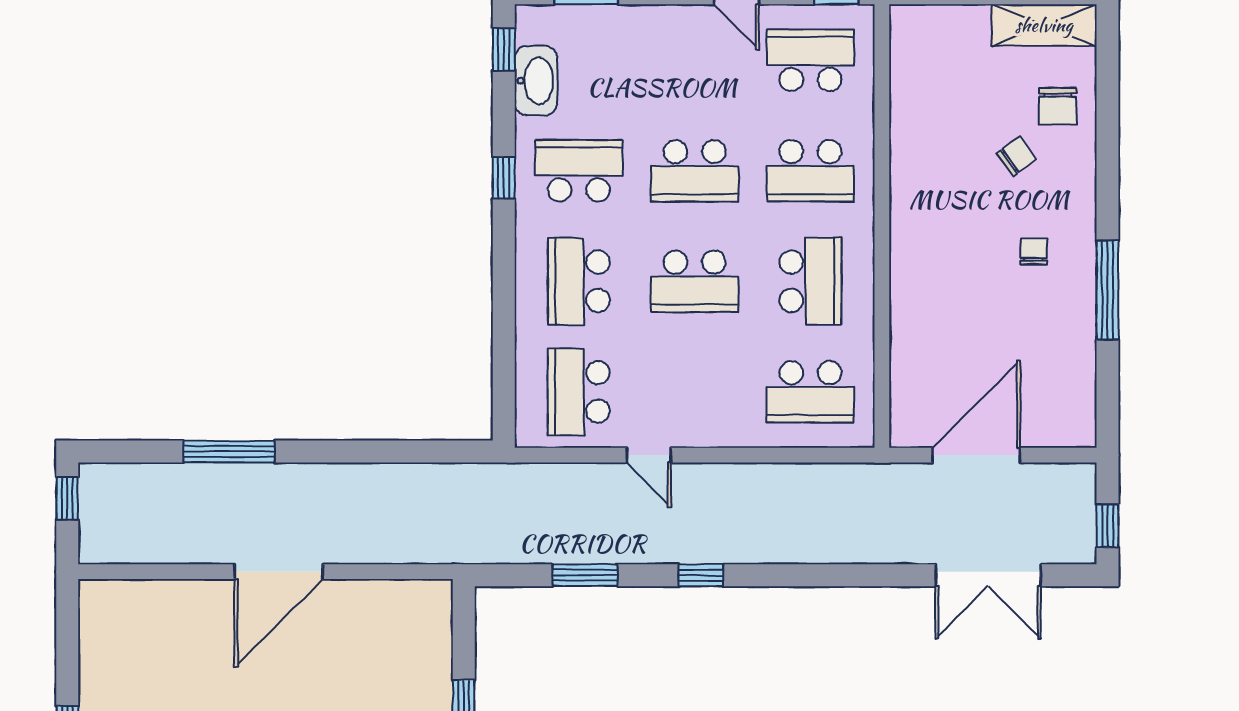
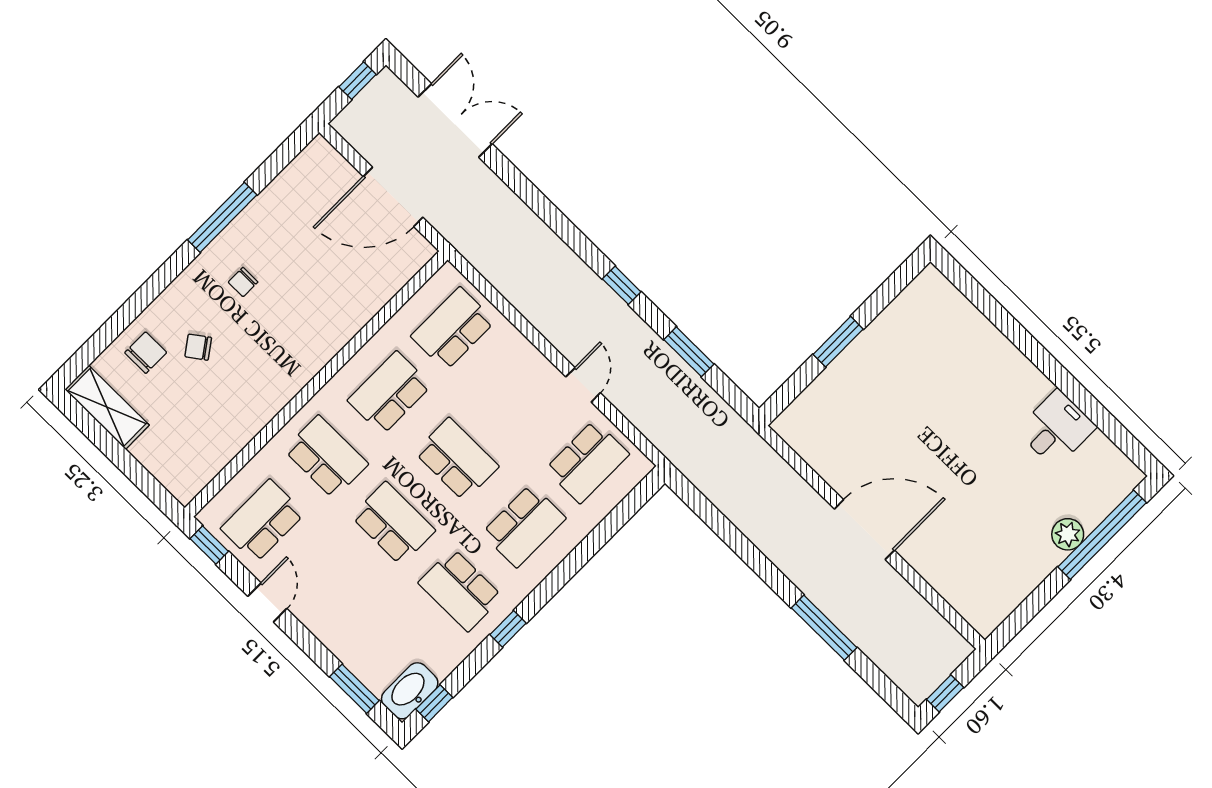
school desk: (810, 60) -> (263, 521), turned 90
washbasin: (536, 81) -> (410, 691), moved
school desk: (810, 392) -> (453, 329), turned -90

